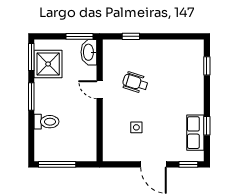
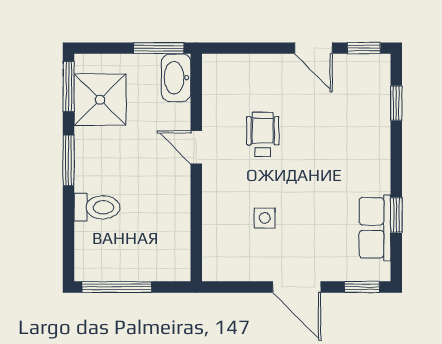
window: (131, 36) -> (364, 48), moved
door: (162, 36) -> (314, 48), added
wheelchair: (135, 83) -> (263, 134), turned 72

